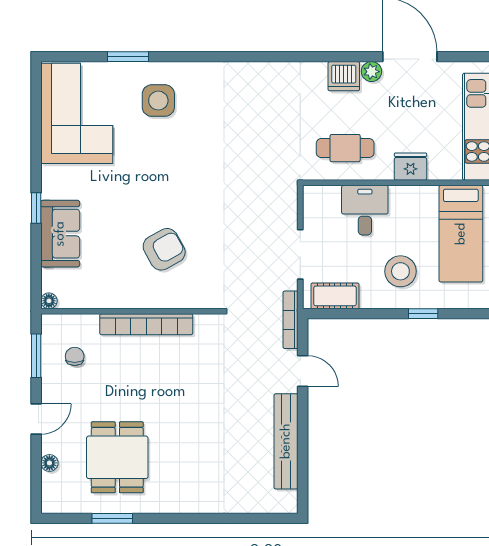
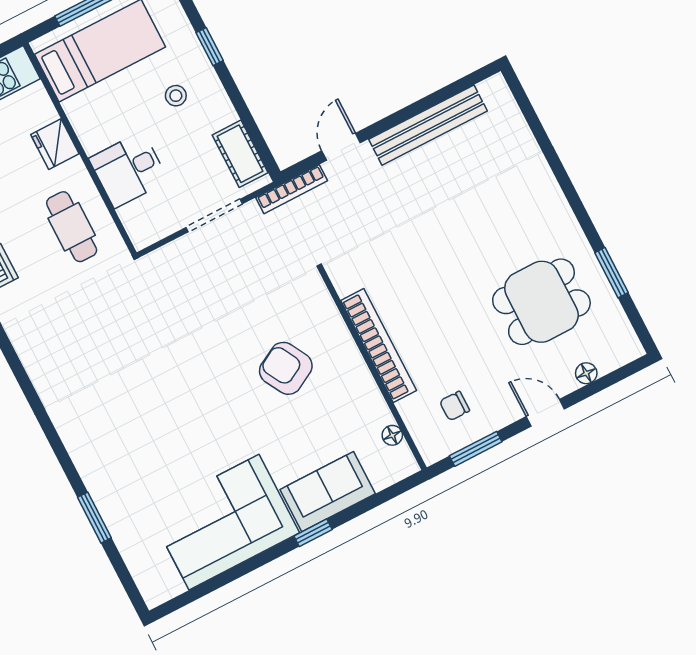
side table: (158, 101) -> (125, 459), removed
corner sofa: (77, 113) -> (224, 522), moved
stool: (400, 271) -> (176, 96), width x0.53, depth x0.53
floor lamp: (49, 301) -> (392, 435), moved

